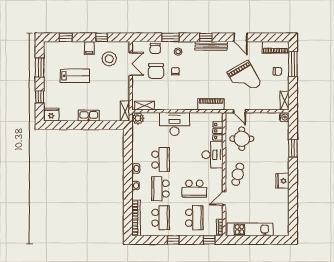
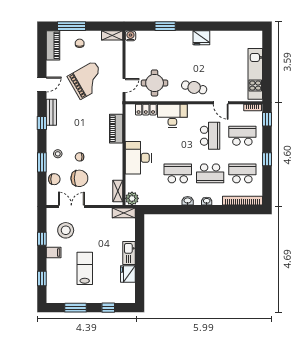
bench: (211, 46) -> (51, 112), width x0.73
piano: (211, 104) -> (116, 129), moved
fridge: (51, 115) -> (128, 274), moved

